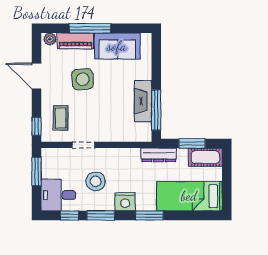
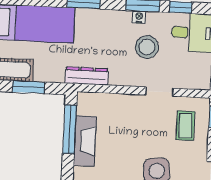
dresser: (159, 155) -> (87, 76), moved
nightstand: (125, 202) -> (139, 17), moved, width x0.53, depth x0.56

